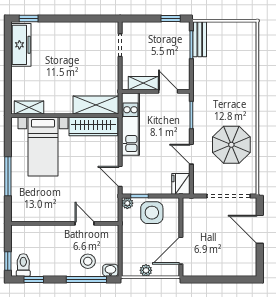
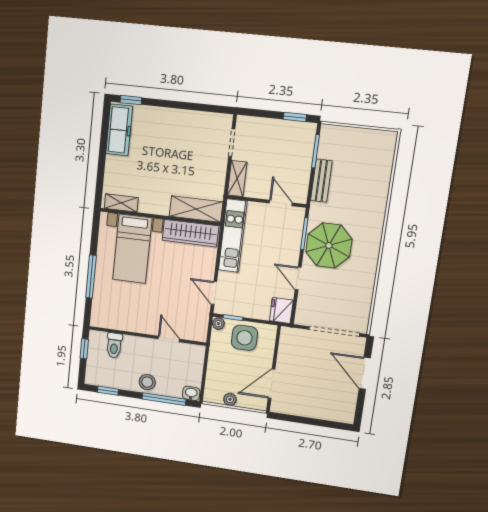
bench: (200, 39) -> (321, 181), moved
shelving: (143, 83) -> (237, 179), moved, turned 90
parasol: (231, 145) -> (329, 245), moved
window: (8, 261) -> (84, 349), moved
stool: (88, 261) -> (147, 382), moved
toilet: (23, 265) -> (114, 345), moved, turned 180

